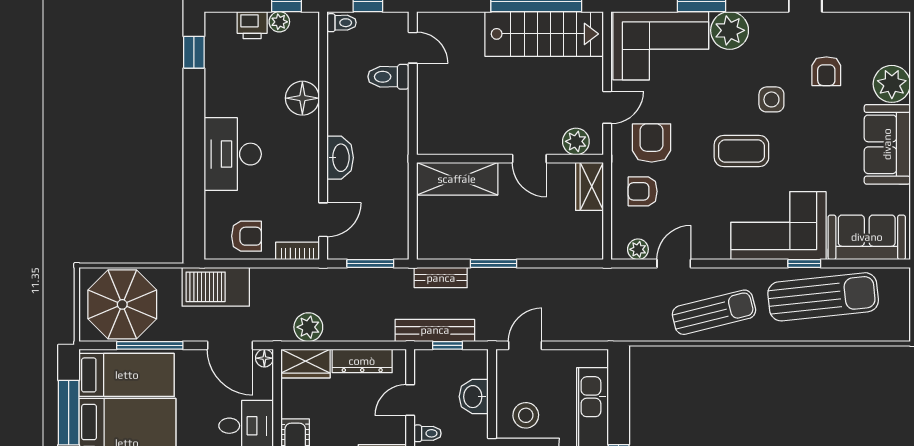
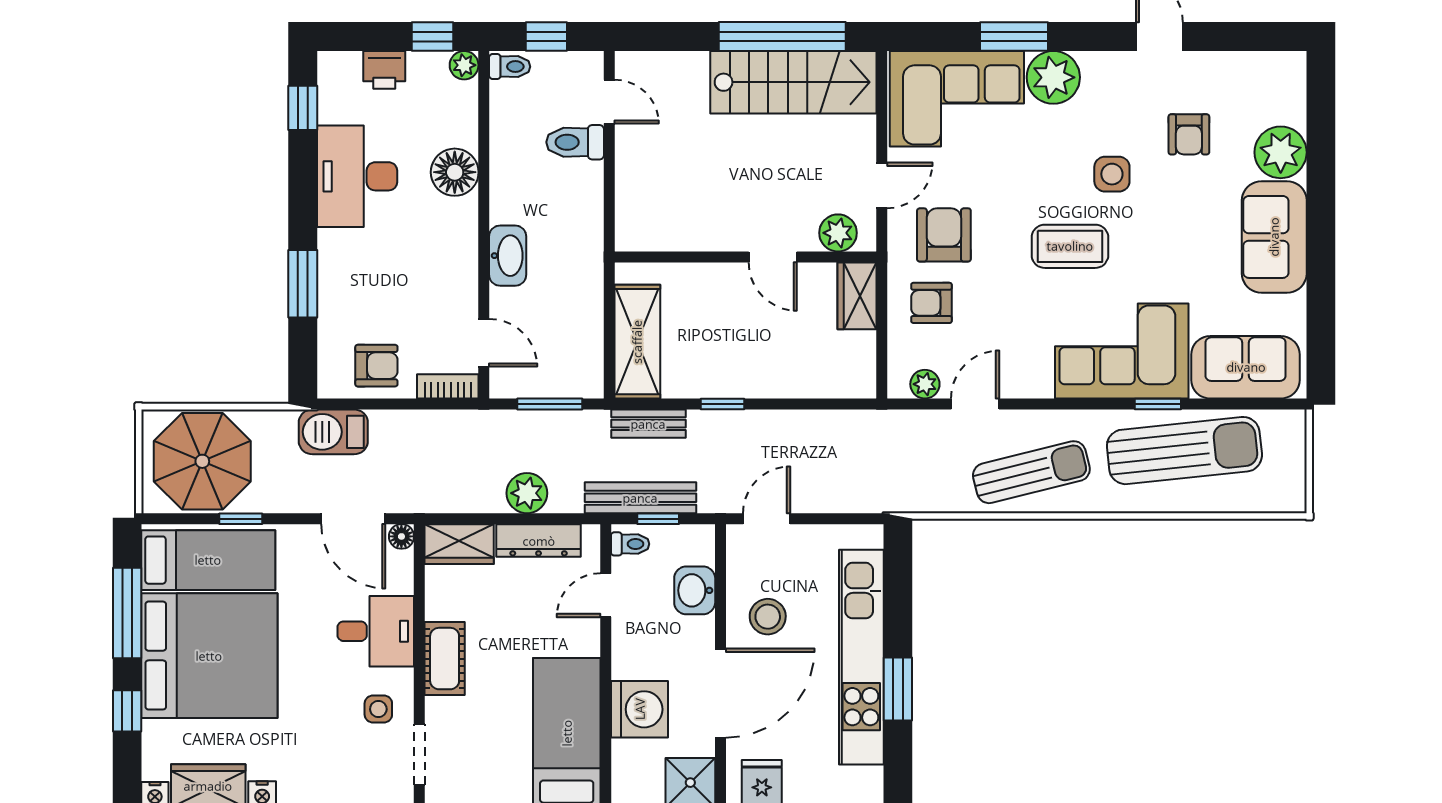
plant: (279, 22) -> (464, 65), moved
desk: (233, 154) -> (357, 176), moved
window: (194, 178) -> (303, 284), added
shelving: (457, 179) -> (637, 342), moved, turned 90
door: (323, 220) -> (484, 343), hinge flipped
window: (493, 264) -> (722, 404), width x0.67
barbecue: (216, 287) -> (333, 432), width x0.73, depth x0.83
plant: (308, 327) -> (527, 493), moved
window: (150, 345) -> (241, 519), width x0.46
toilet: (428, 433) -> (630, 544), moved

